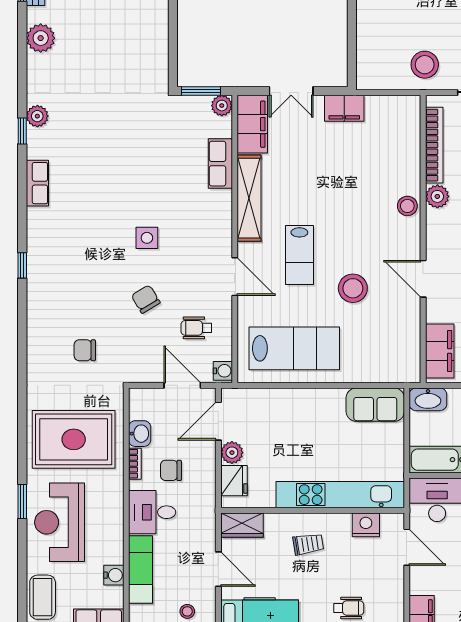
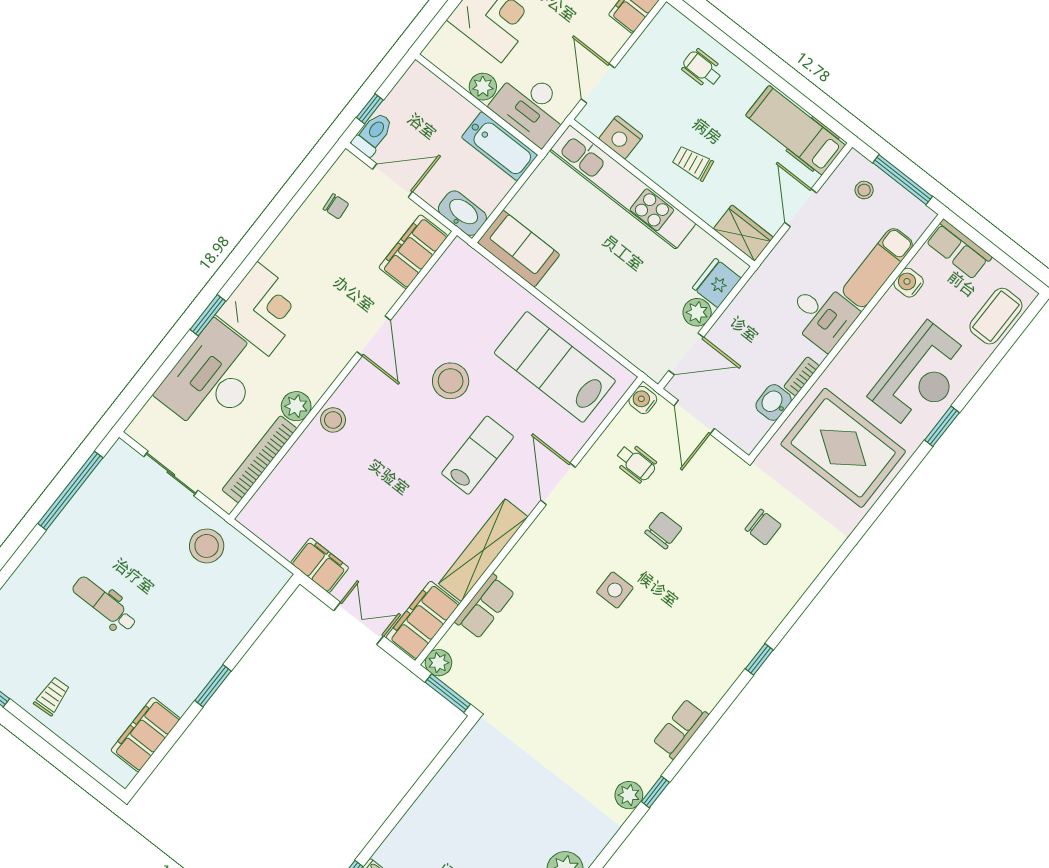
chair: (146, 299) -> (663, 530), turned -149
chair: (171, 470) -> (771, 342), removed

